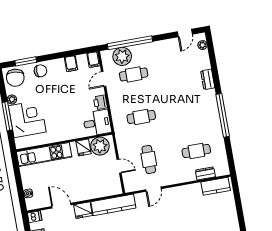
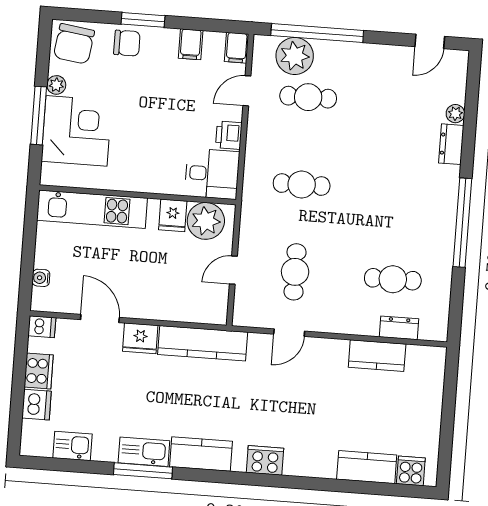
plant: (203, 45) -> (455, 114), moved
window: (26, 61) -> (143, 20), moved
door: (119, 166) -> (233, 270), swing flipped
kitchen counter: (216, 186) -> (377, 356), moved

